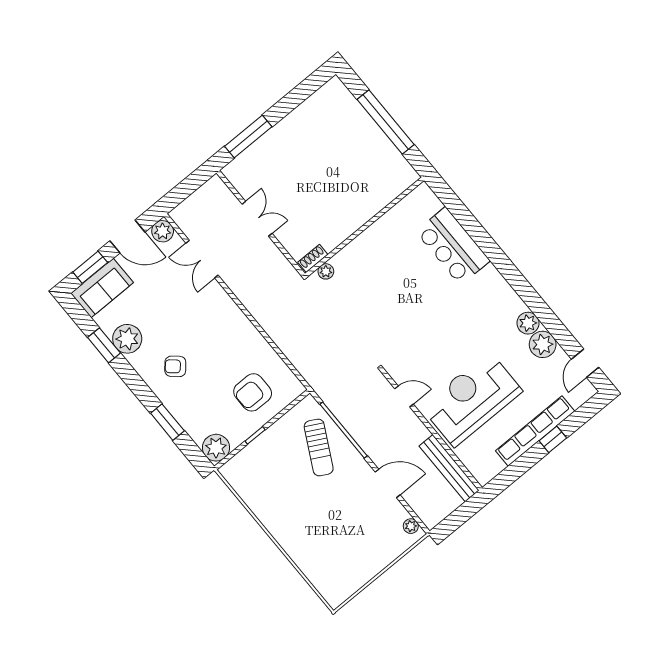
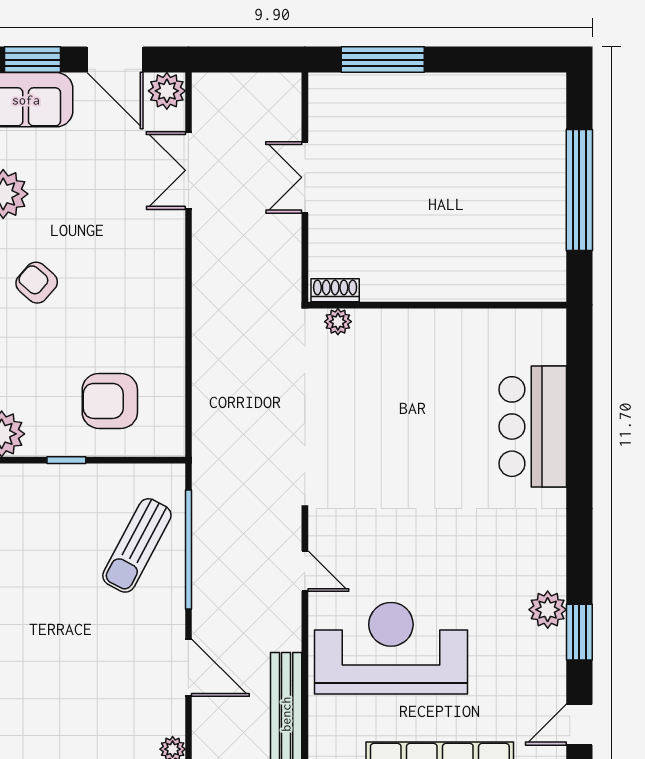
double door: (257, 219) -> (305, 177), swing flipped
window: (551, 321) -> (579, 632), added
plant: (543, 344) -> (544, 654), removed

